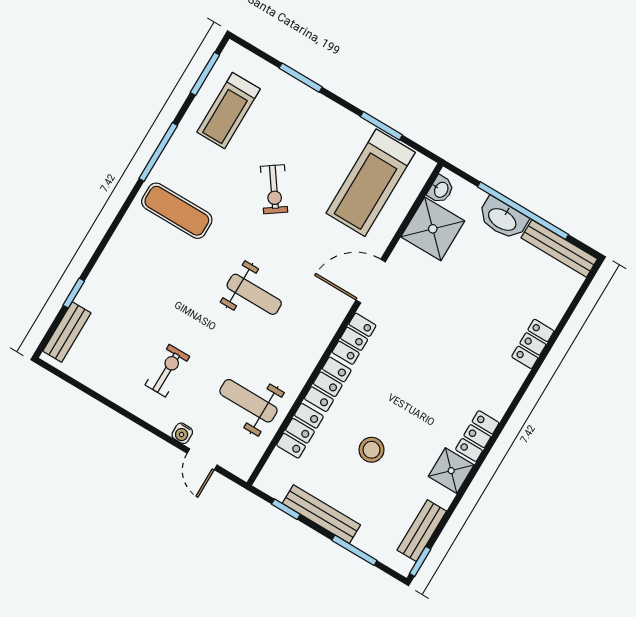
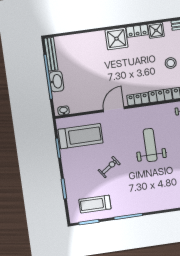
treadmill: (229, 111) -> (95, 204), turned 180
exercise mat: (177, 211) -> (143, 194), removed
shower: (433, 229) -> (117, 39), moved
door: (371, 281) -> (114, 109), swing flipped
weight bench: (254, 294) -> (150, 145), width x1.36, depth x1.33
locker: (533, 344) -> (91, 37), removed

